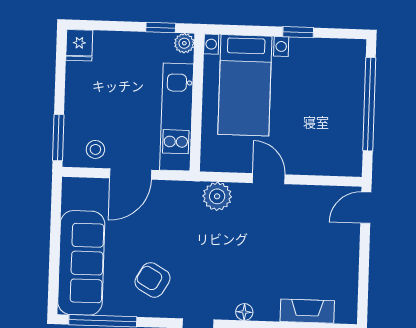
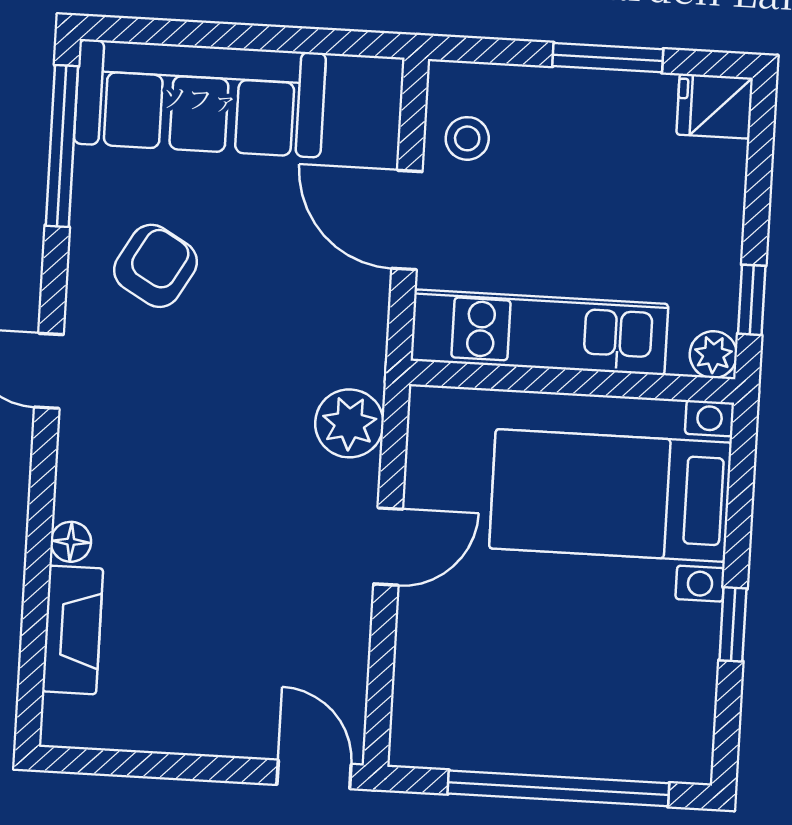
window: (58, 138) -> (608, 58), moved
floor lamp: (244, 312) -> (71, 542), moved

